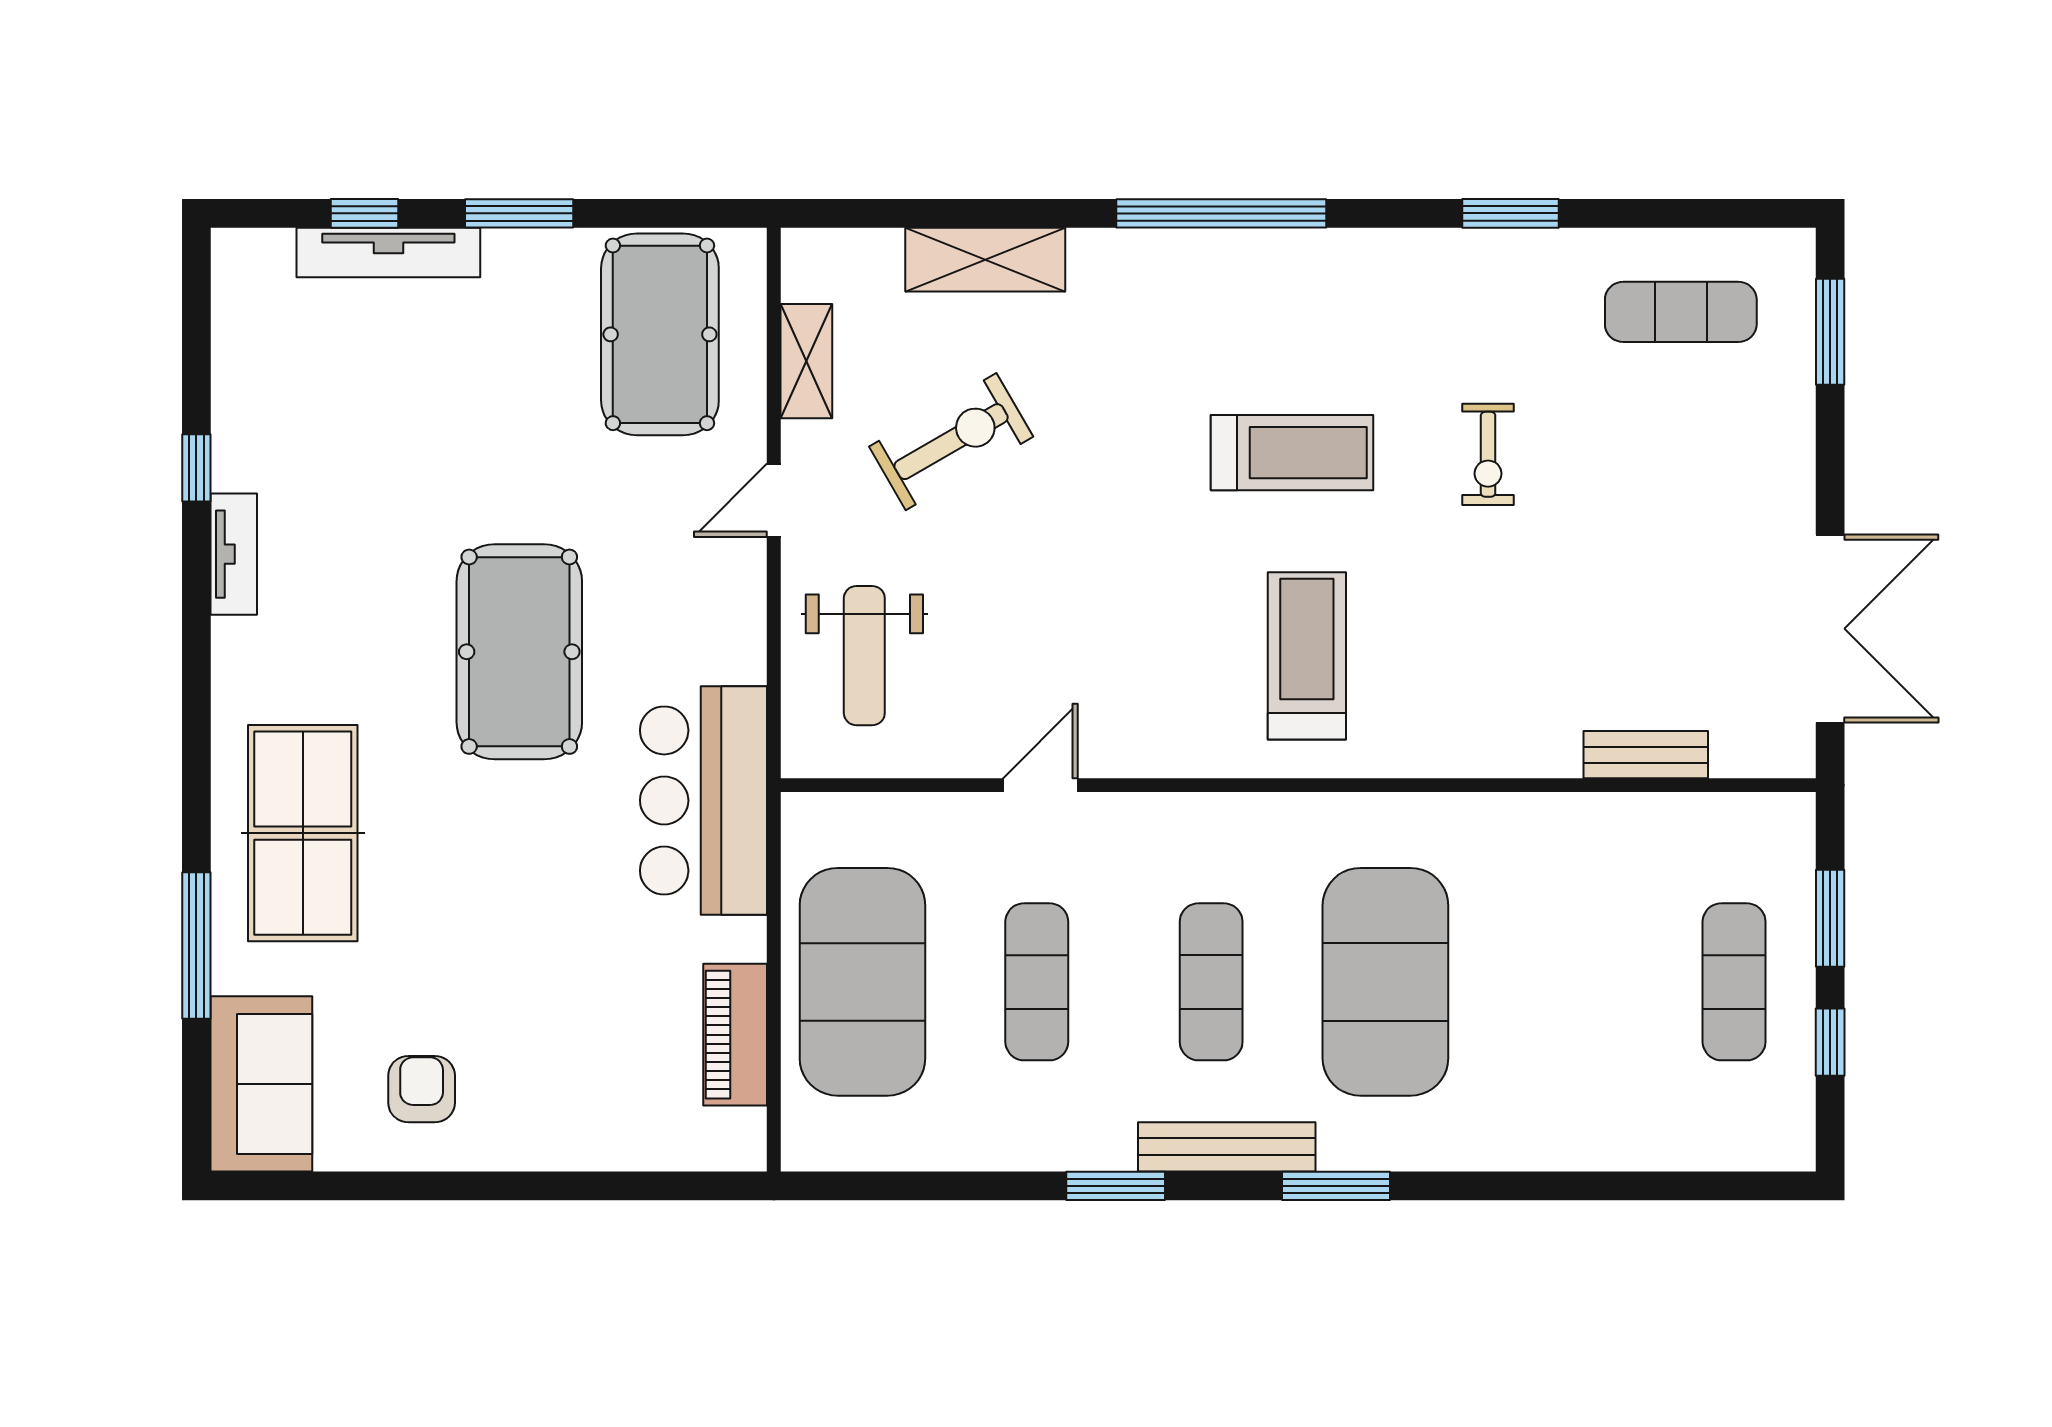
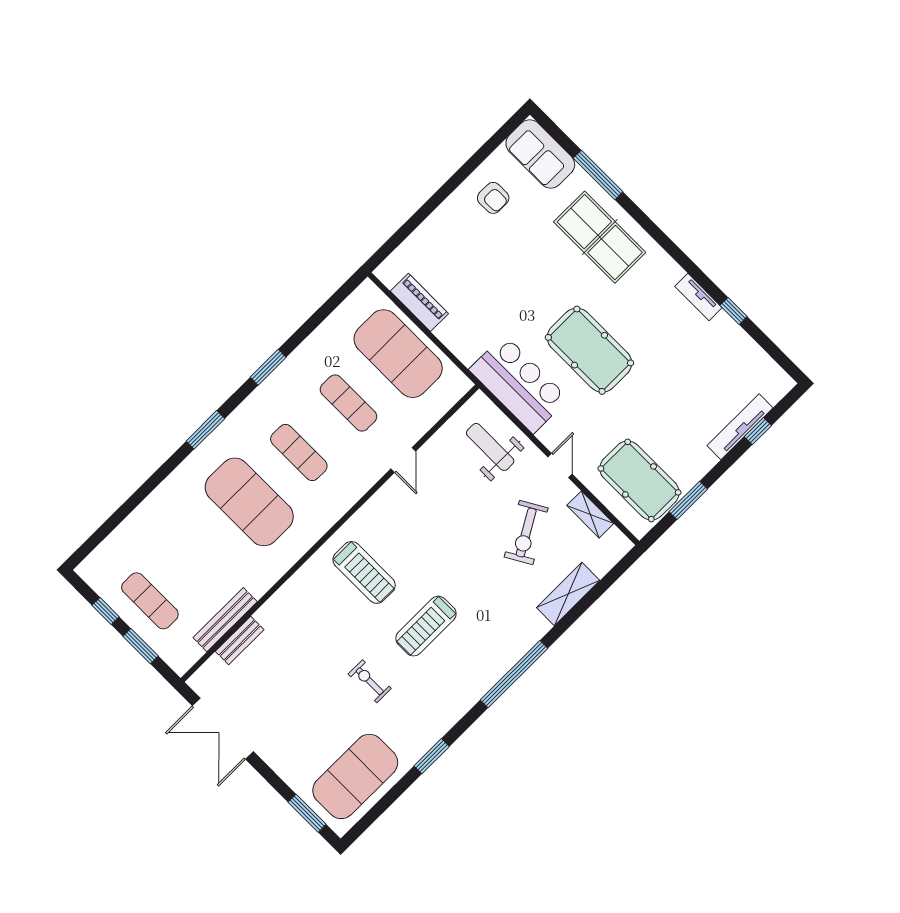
window: (519, 213) -> (688, 500), moved
exercise mat: (1681, 312) -> (355, 776), width x2.00, depth x1.45
bar counter: (704, 800) -> (519, 384), moved
bench: (1227, 1147) -> (225, 620), moved

